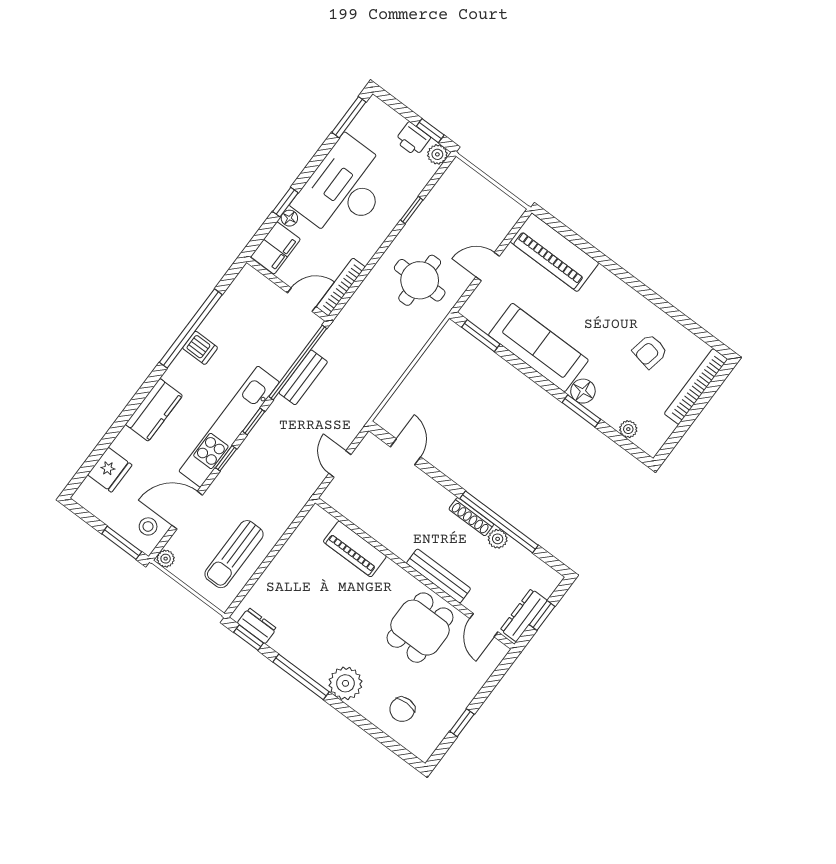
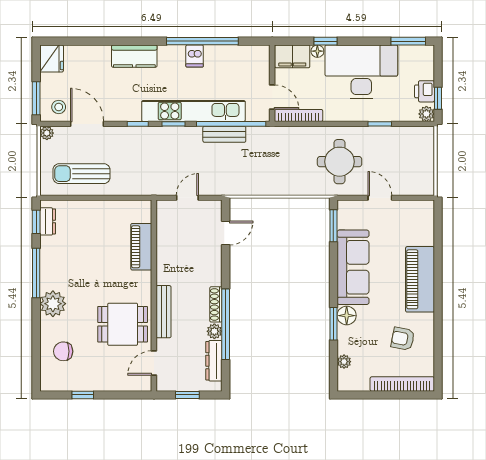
piano: (554, 252) -> (420, 279), moved
kitchen unit: (229, 427) -> (193, 111), moved
fridge: (110, 470) -> (52, 58), moved, turned -90
dresser: (524, 615) -> (214, 361), moved, turned -90

